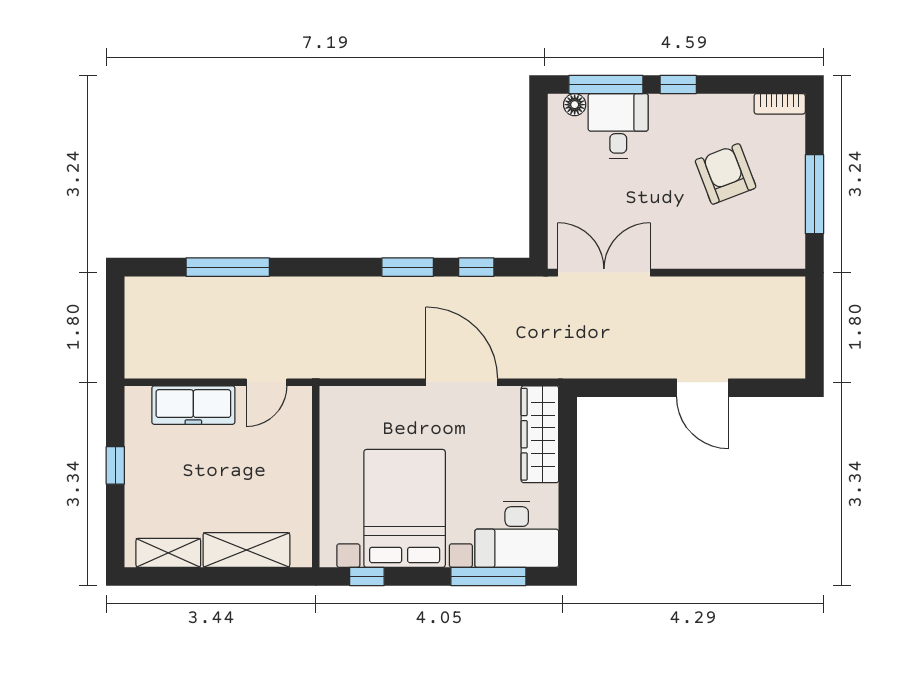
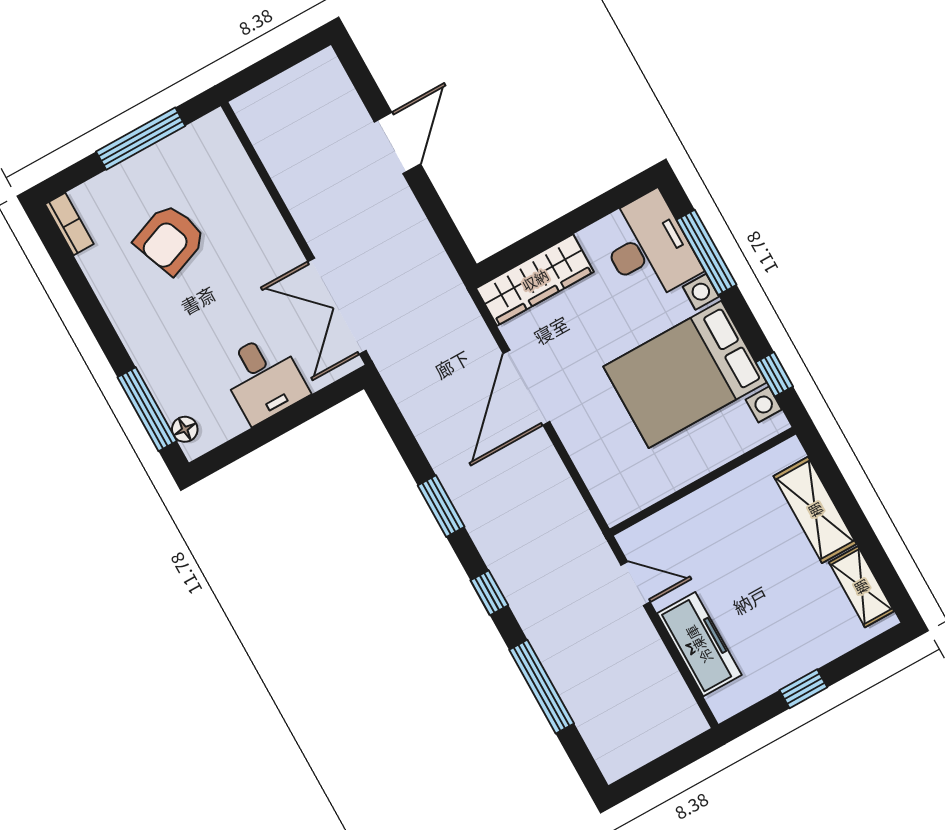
window: (678, 84) -> (107, 337), removed
desk: (618, 126) -> (264, 378), moved, turned -90
window: (476, 267) -> (489, 593), moved

